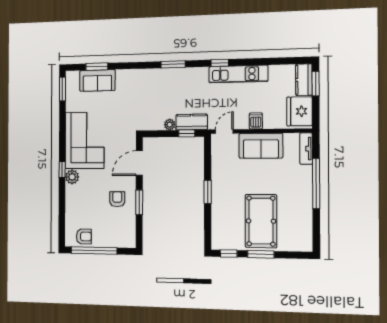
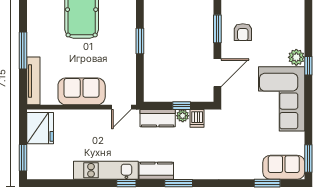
sofa: (97, 80) -> (284, 167), moved
kitchen counter: (304, 80) -> (156, 171), moved, turned -90
dishwasher: (256, 121) -> (197, 118), moved
window: (187, 133) -> (182, 106), moved
tv unit: (306, 149) -> (33, 81), width x1.41
window: (316, 183) -> (23, 50), width x0.68

